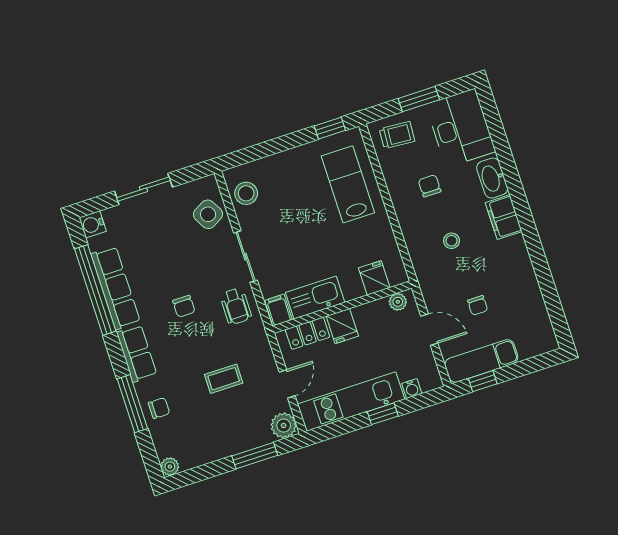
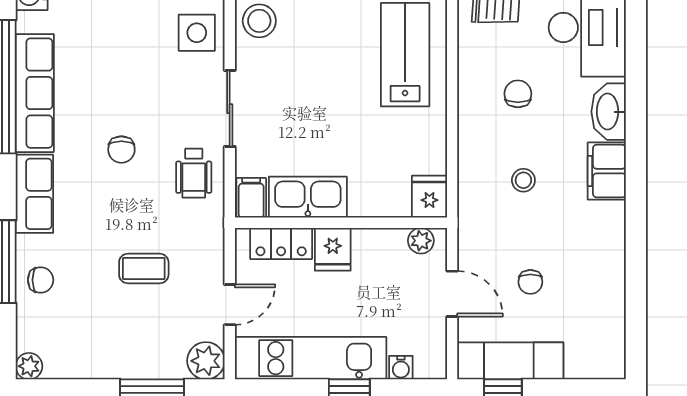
side table: (208, 214) -> (197, 33), turned 30
fridge: (374, 278) -> (429, 197), moved

